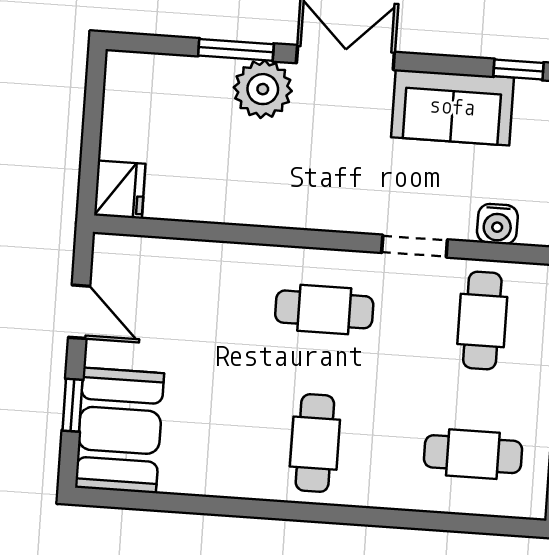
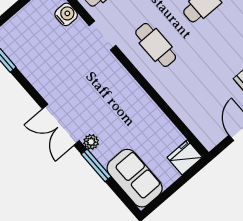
plant: (263, 89) -> (91, 142), width x0.53, depth x0.53
sofa: (452, 107) -> (135, 178), moved

